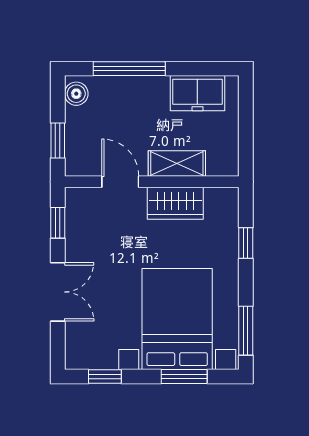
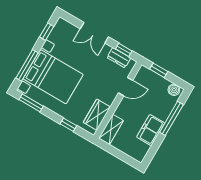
freezer: (197, 93) -> (151, 130), moved
shelving: (177, 163) -> (111, 129), moved
wardrobe: (175, 203) -> (97, 115), moved
dresser: (77, 223) -> (119, 58), added
window: (184, 377) -> (27, 65), width x1.44

